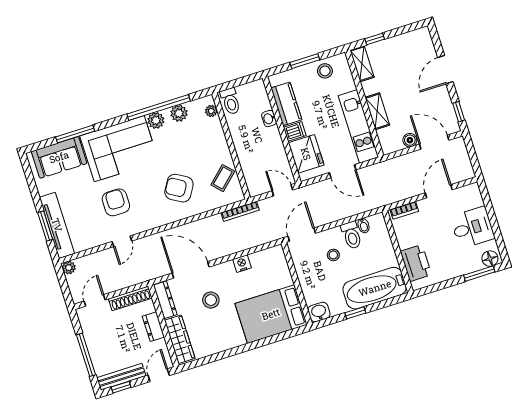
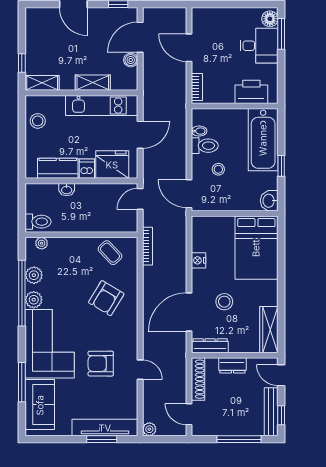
window: (305, 61) -> (22, 137), removed
desk: (472, 228) -> (259, 46), moved, turned 90
wardrobe: (180, 339) -> (269, 330), moved, turned -90

